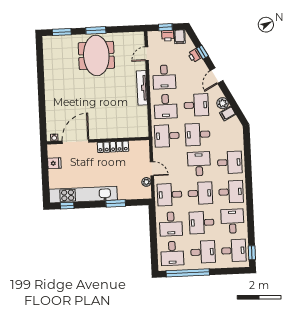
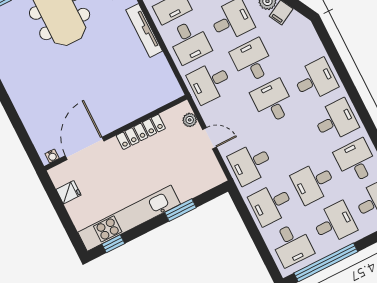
desk: (198, 134) -> (252, 61), turned 90
plant: (146, 182) -> (190, 120), moved
desk: (200, 193) -> (293, 142), removed
desk: (171, 224) -> (271, 204), turned 90

